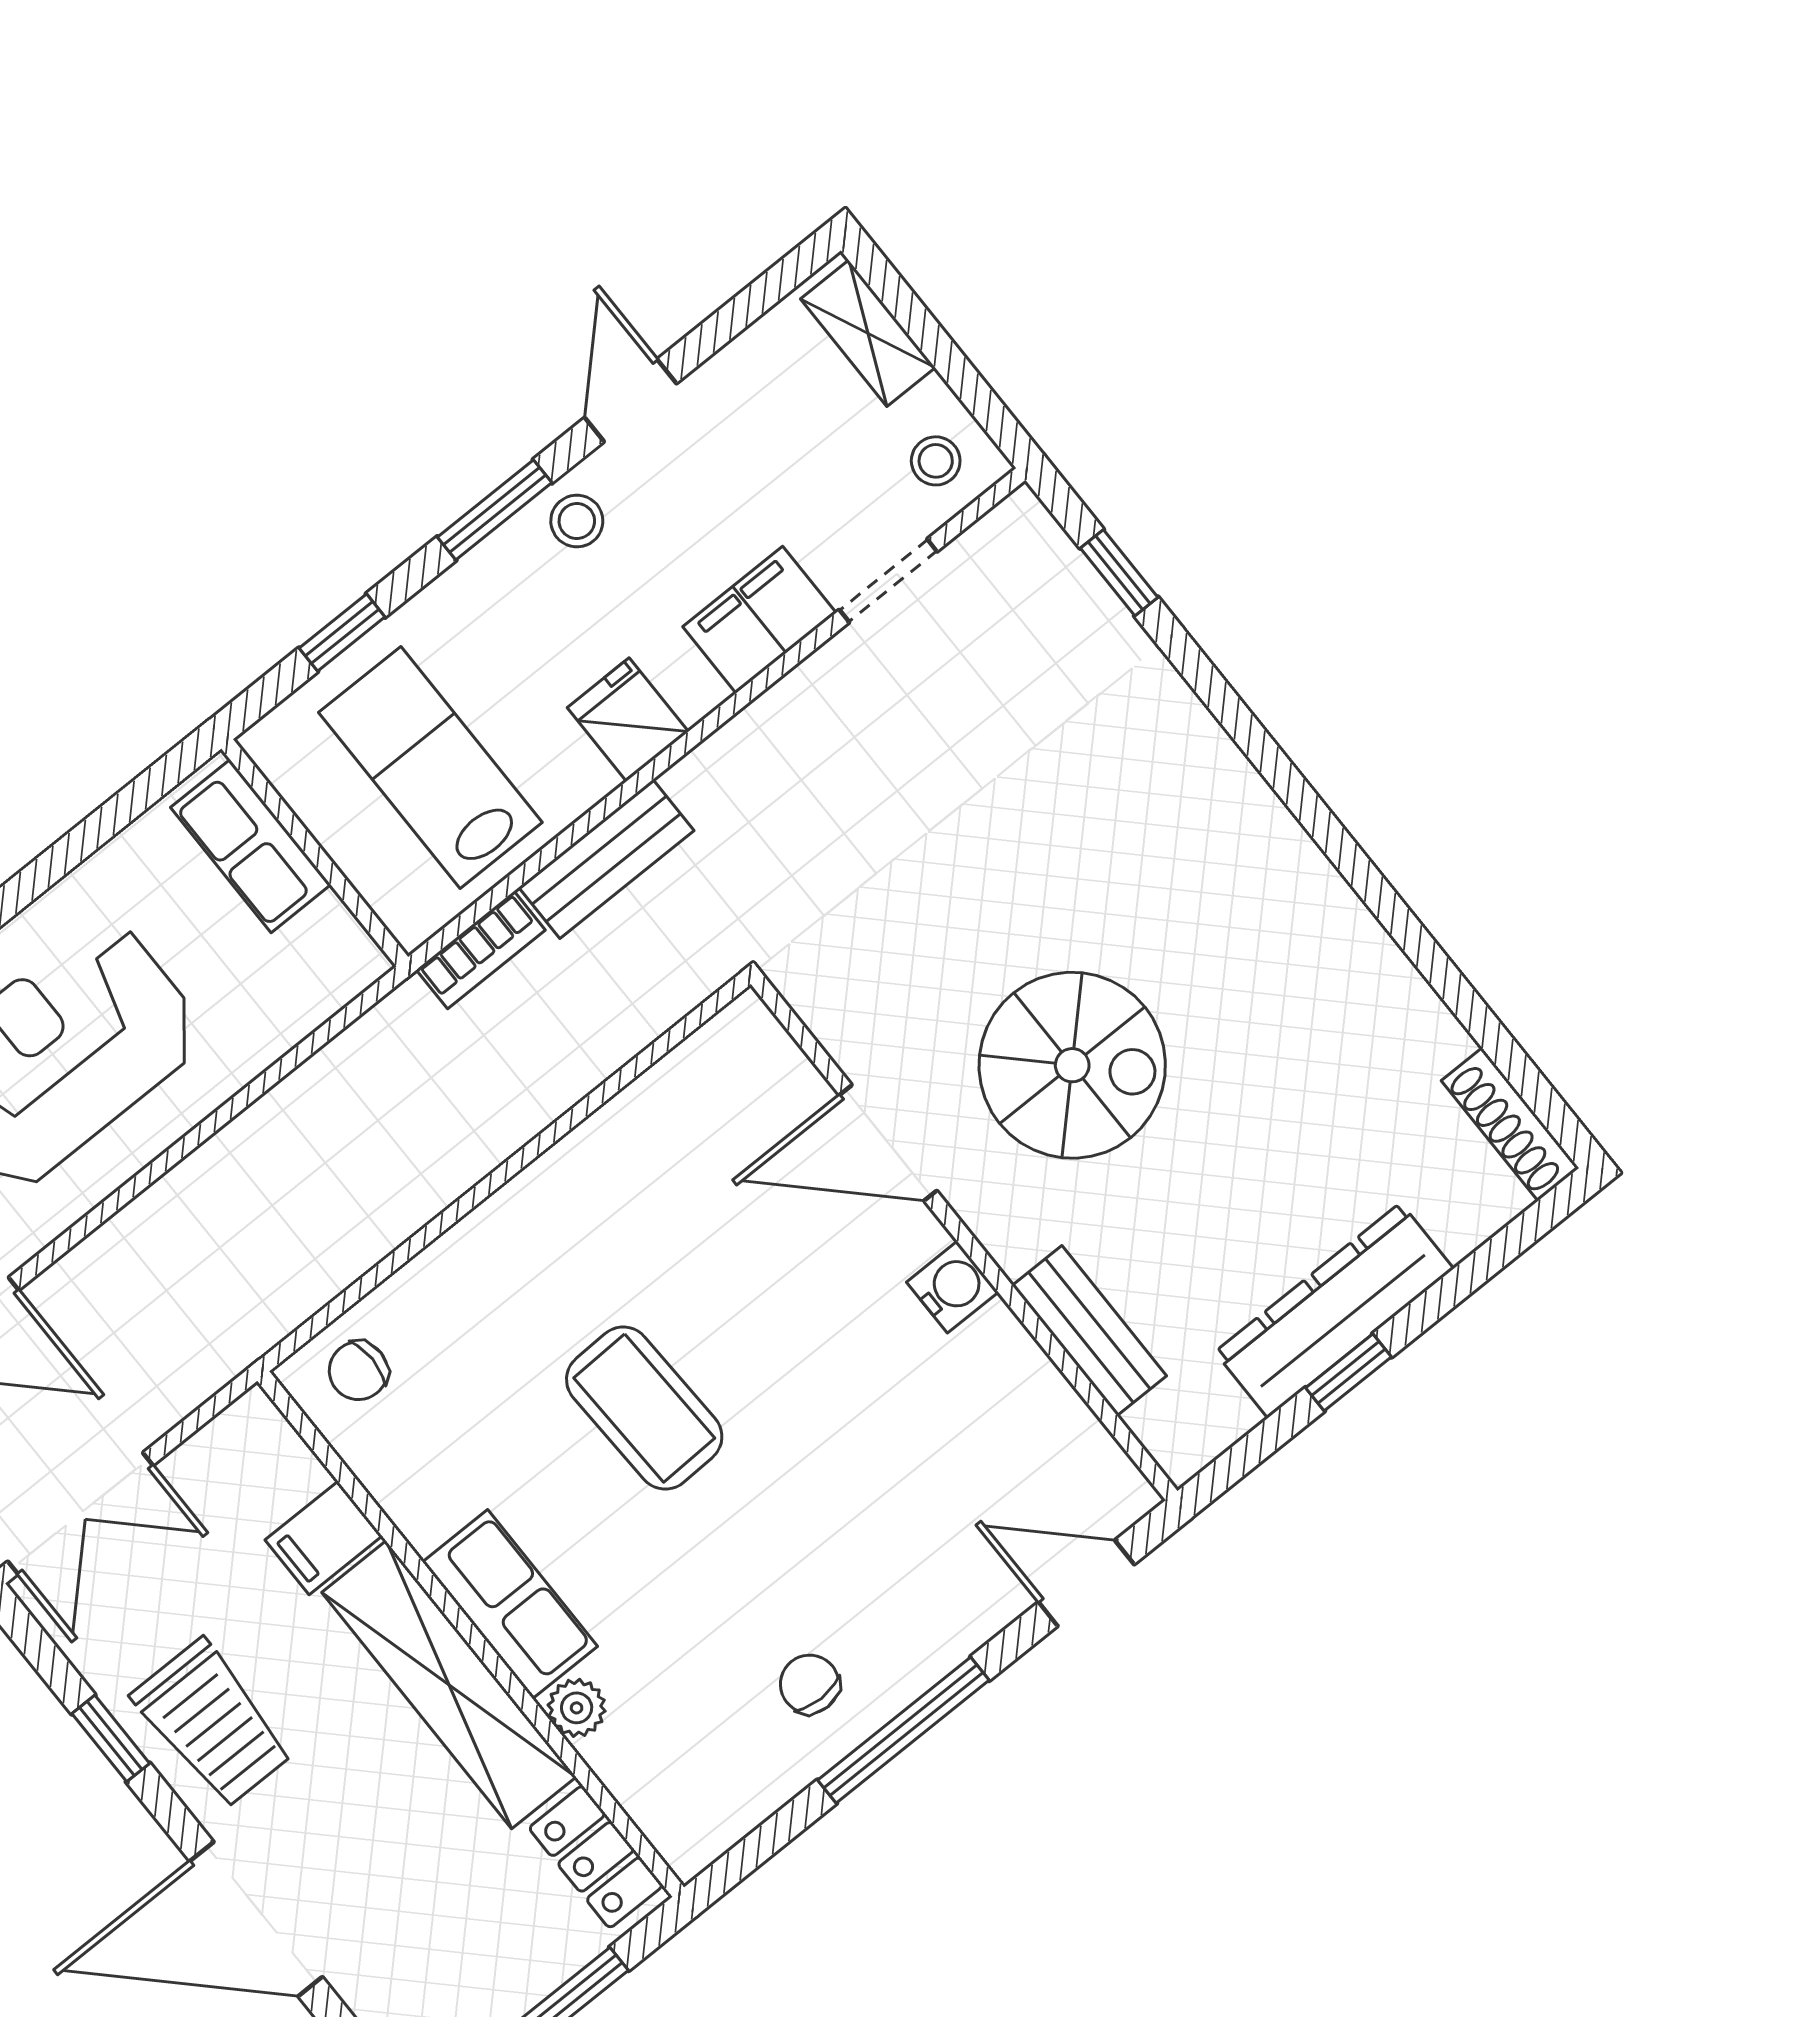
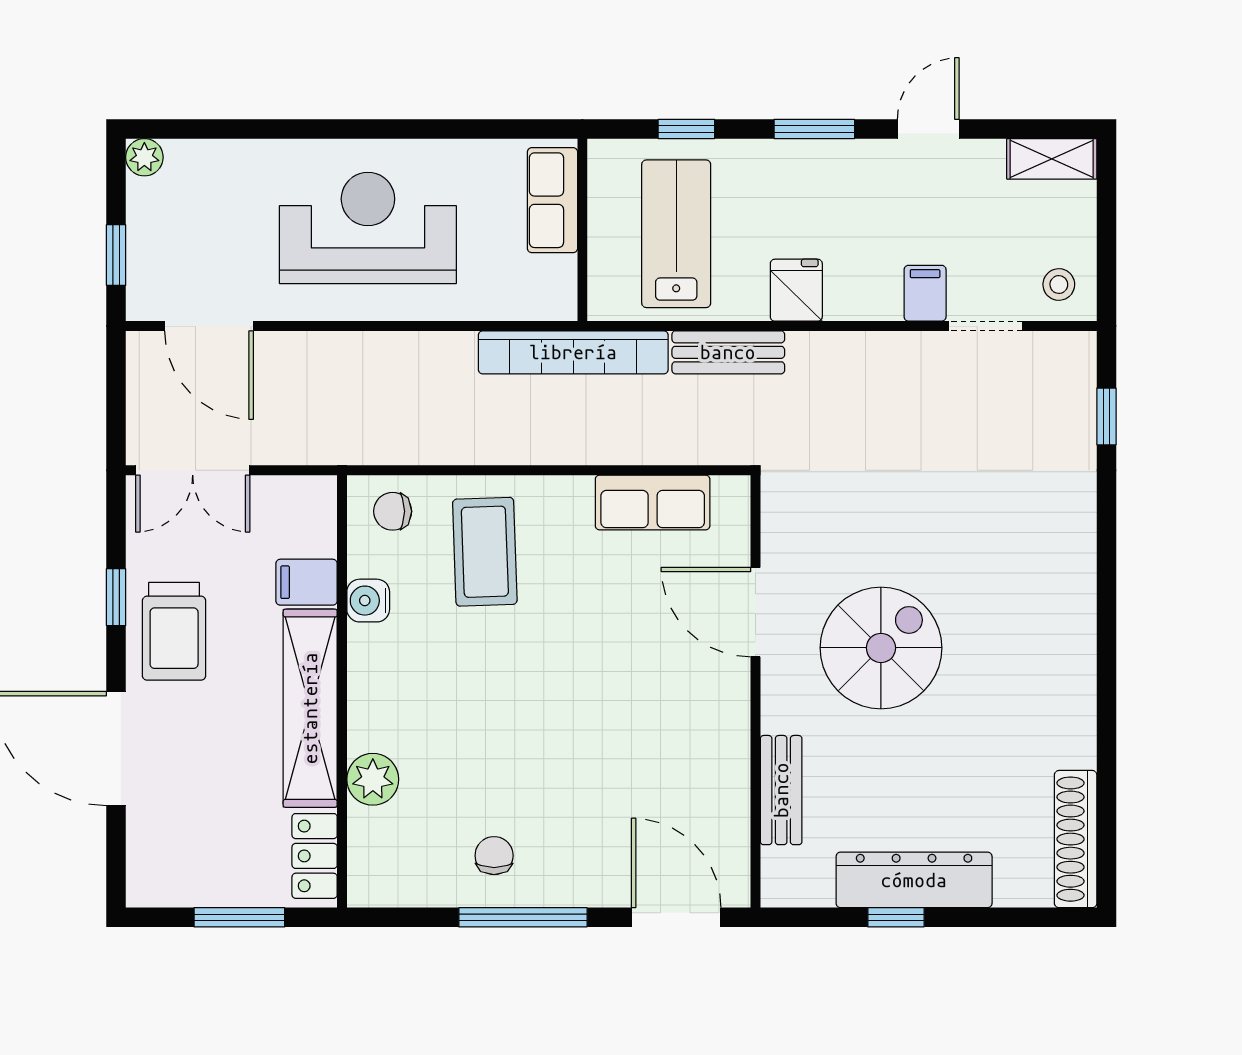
shelving: (868, 333) -> (1052, 159), moved, turned 90
stool: (577, 521) -> (852, 168), removed
filing cabinet: (759, 620) -> (925, 293), width x0.50
bookcase: (481, 950) -> (573, 352), width x2.31, depth x1.31
spiral stairs: (1072, 1065) -> (881, 648), turned -90
shoe rack: (1510, 1124) -> (1076, 839), width x1.36, depth x1.24
water cooler: (952, 1287) -> (368, 601), moved, turned 180
coffee table: (644, 1408) -> (485, 552), moved
door: (1086, 1583) -> (676, 917), width x1.38
row of seats: (510, 1604) -> (653, 502), moved, turned 90
plant: (577, 1708) -> (373, 779), width x1.38, depth x1.38

